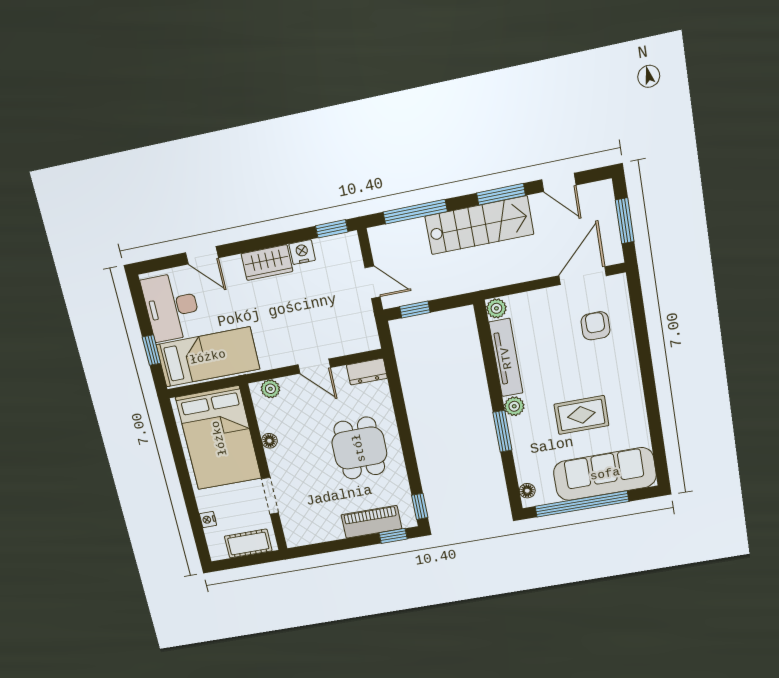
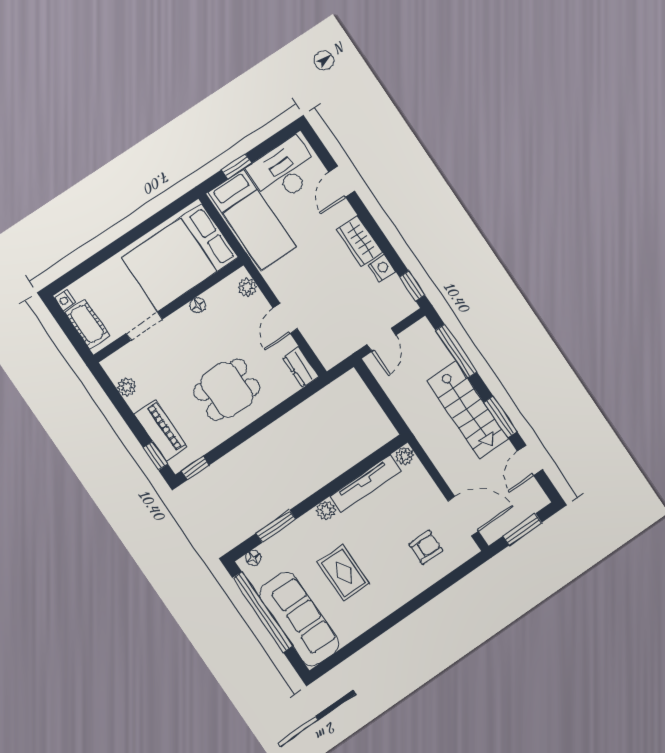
window: (415, 309) -> (374, 386), removed
window: (503, 431) -> (276, 526), moved
nightstand: (208, 520) -> (65, 300), moved, turned -90
plant: (319, 534) -> (127, 387), added

